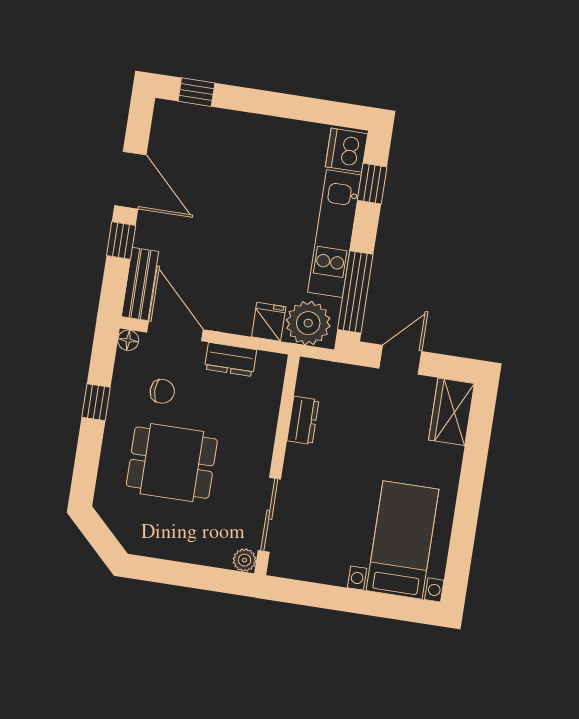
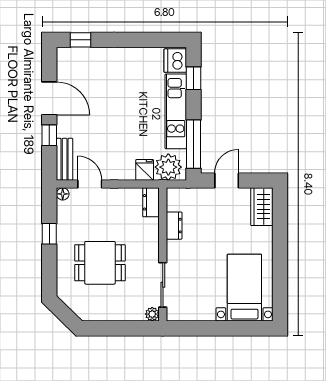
door: (175, 331) -> (90, 184), width x0.73
dresser: (231, 359) -> (151, 202), moved, turned 90
chair: (162, 391) -> (88, 221), removed

